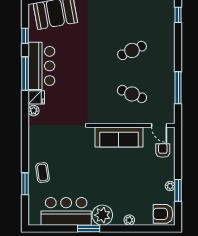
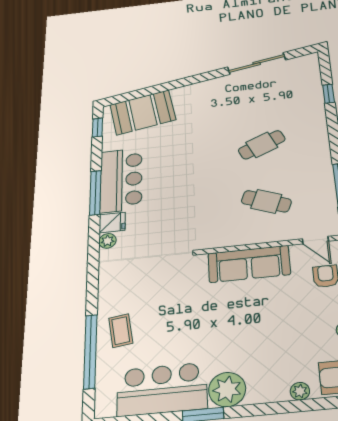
window: (25, 36) -> (97, 128), moved
window: (25, 184) -> (90, 351), width x2.11
plant: (129, 220) -> (300, 391), moved

